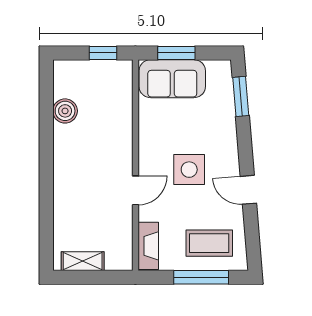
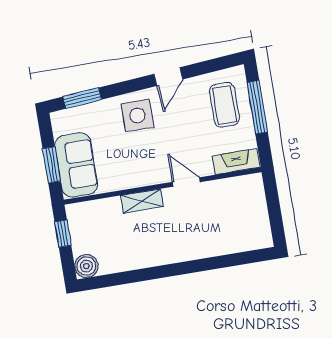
boiler: (65, 111) -> (86, 266), moved
side table: (189, 170) -> (137, 116), moved
shelving: (83, 261) -> (142, 201), moved, turned 90

